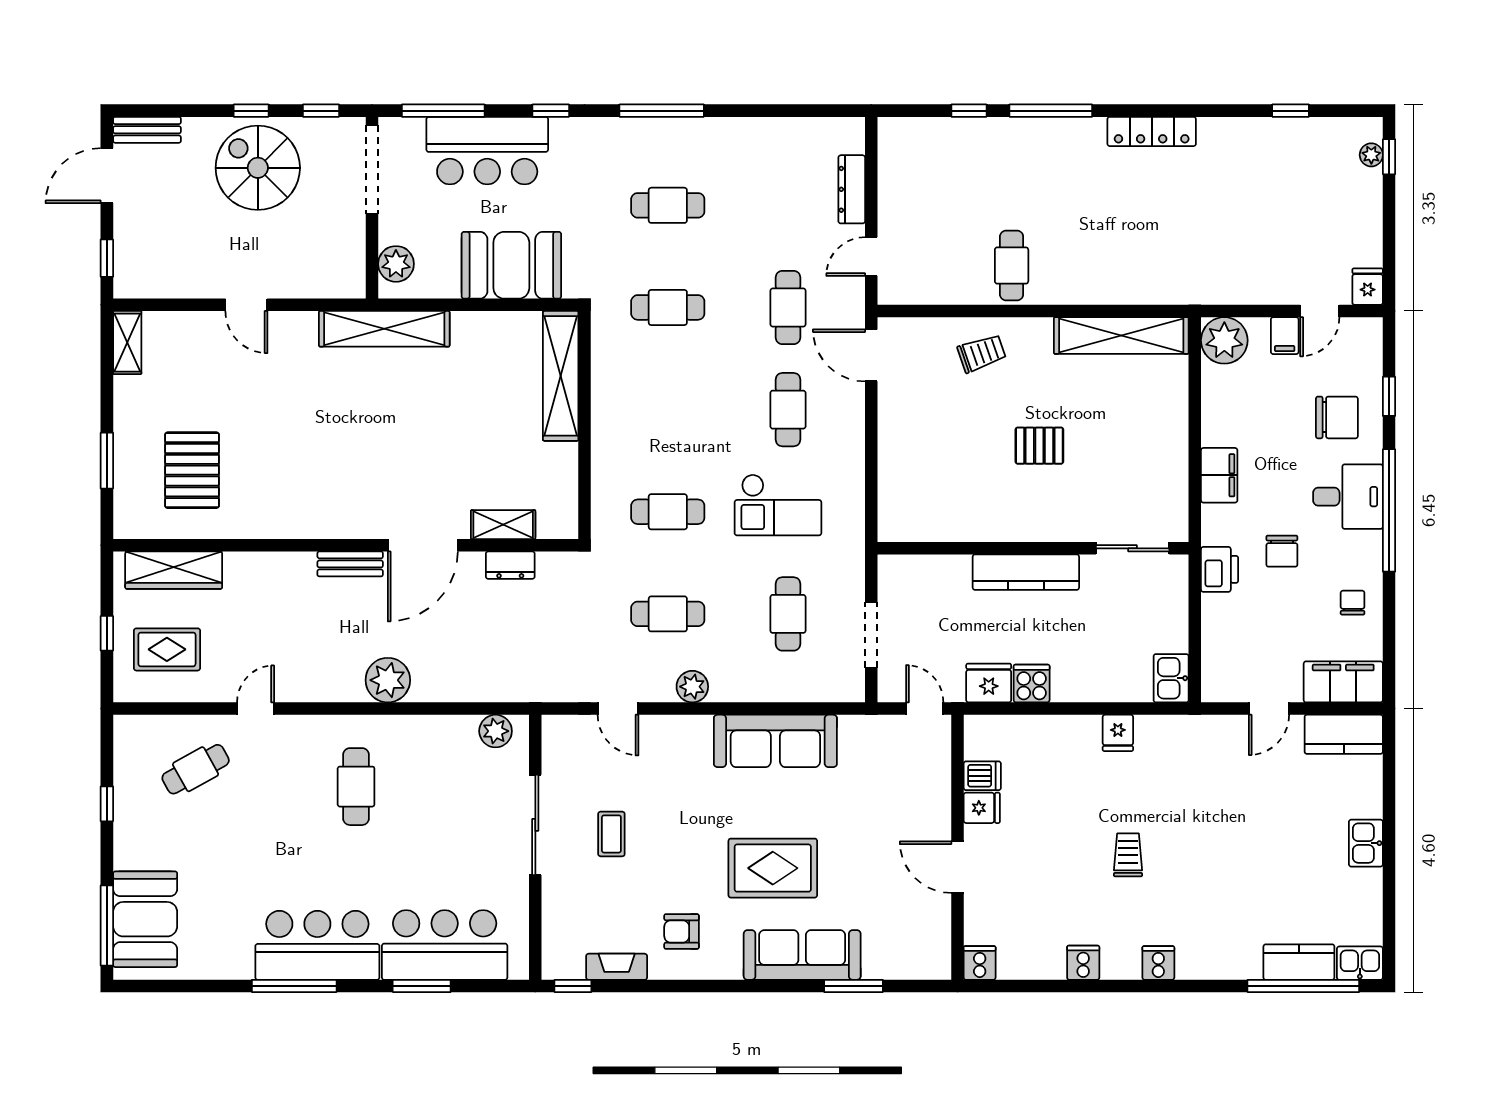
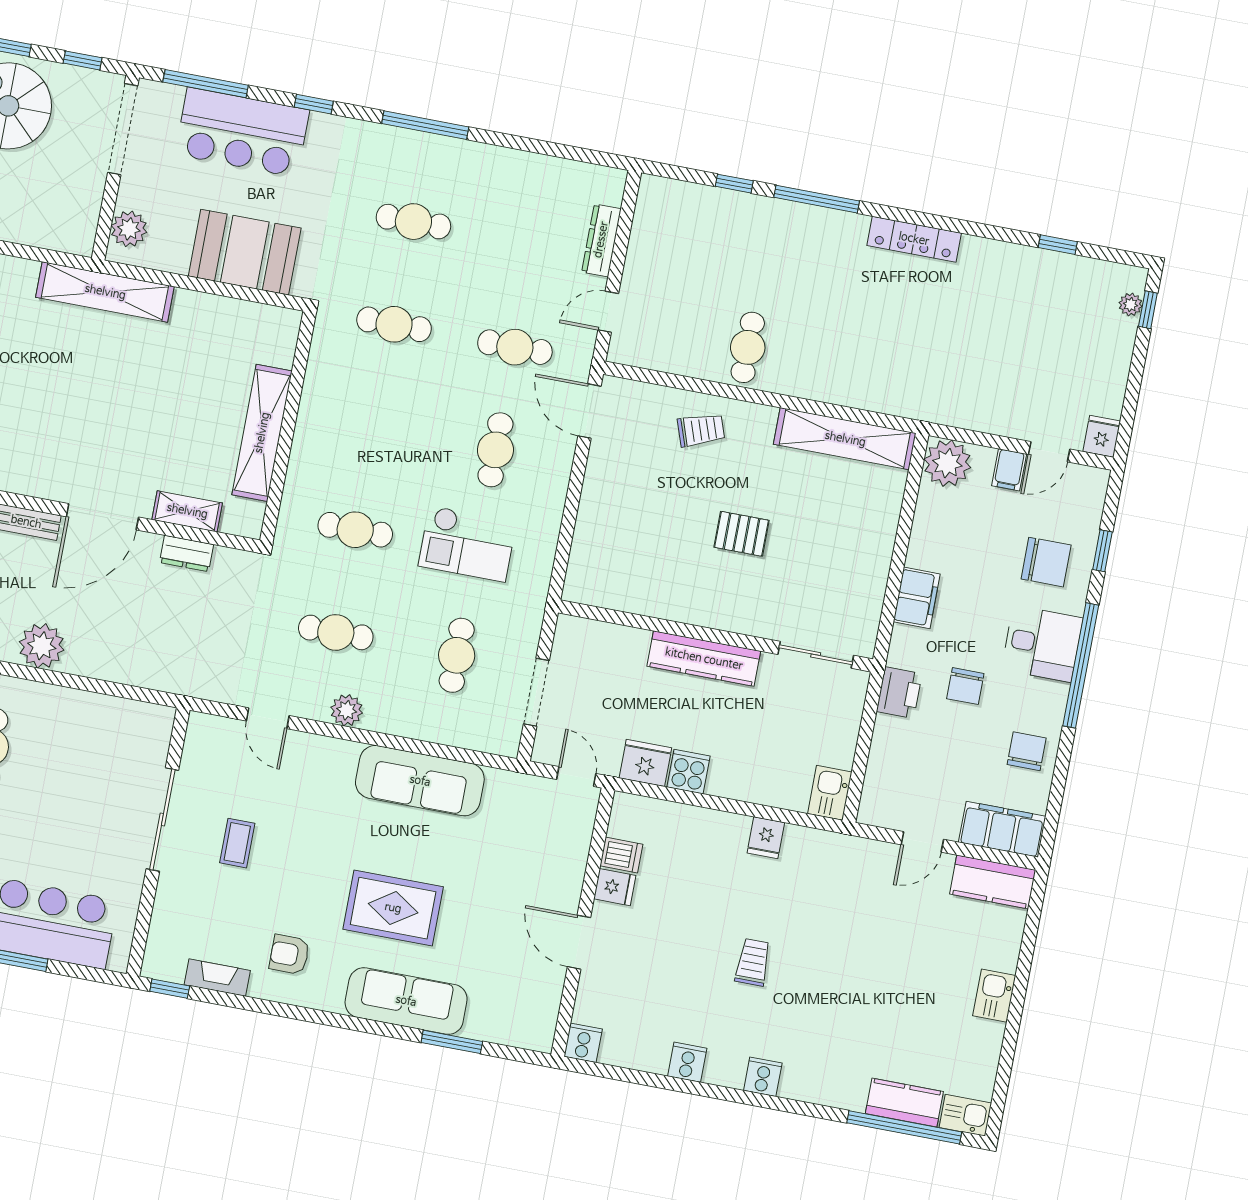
cafe table: (788, 307) -> (515, 347), turned 90
shelving: (561, 376) -> (262, 433), moved
chair: (1353, 603) -> (1027, 751), width x1.37, depth x1.37
plant: (496, 731) -> (140, 718), removed

